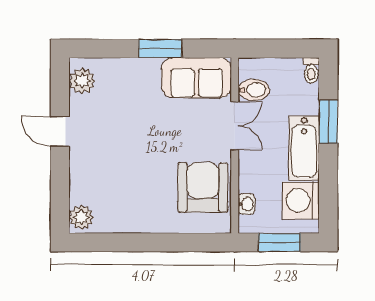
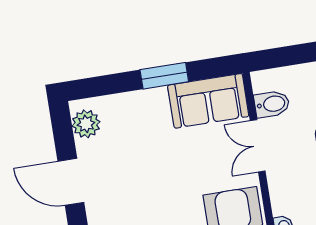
double door: (235, 126) -> (258, 146), swing flipped
door: (60, 131) -> (71, 182), width x1.38

